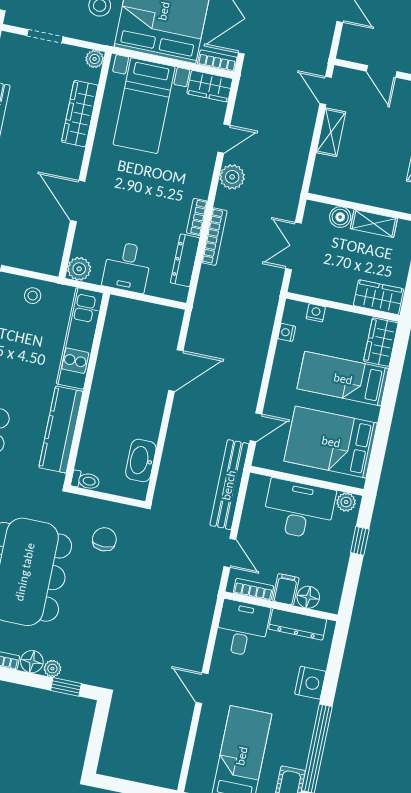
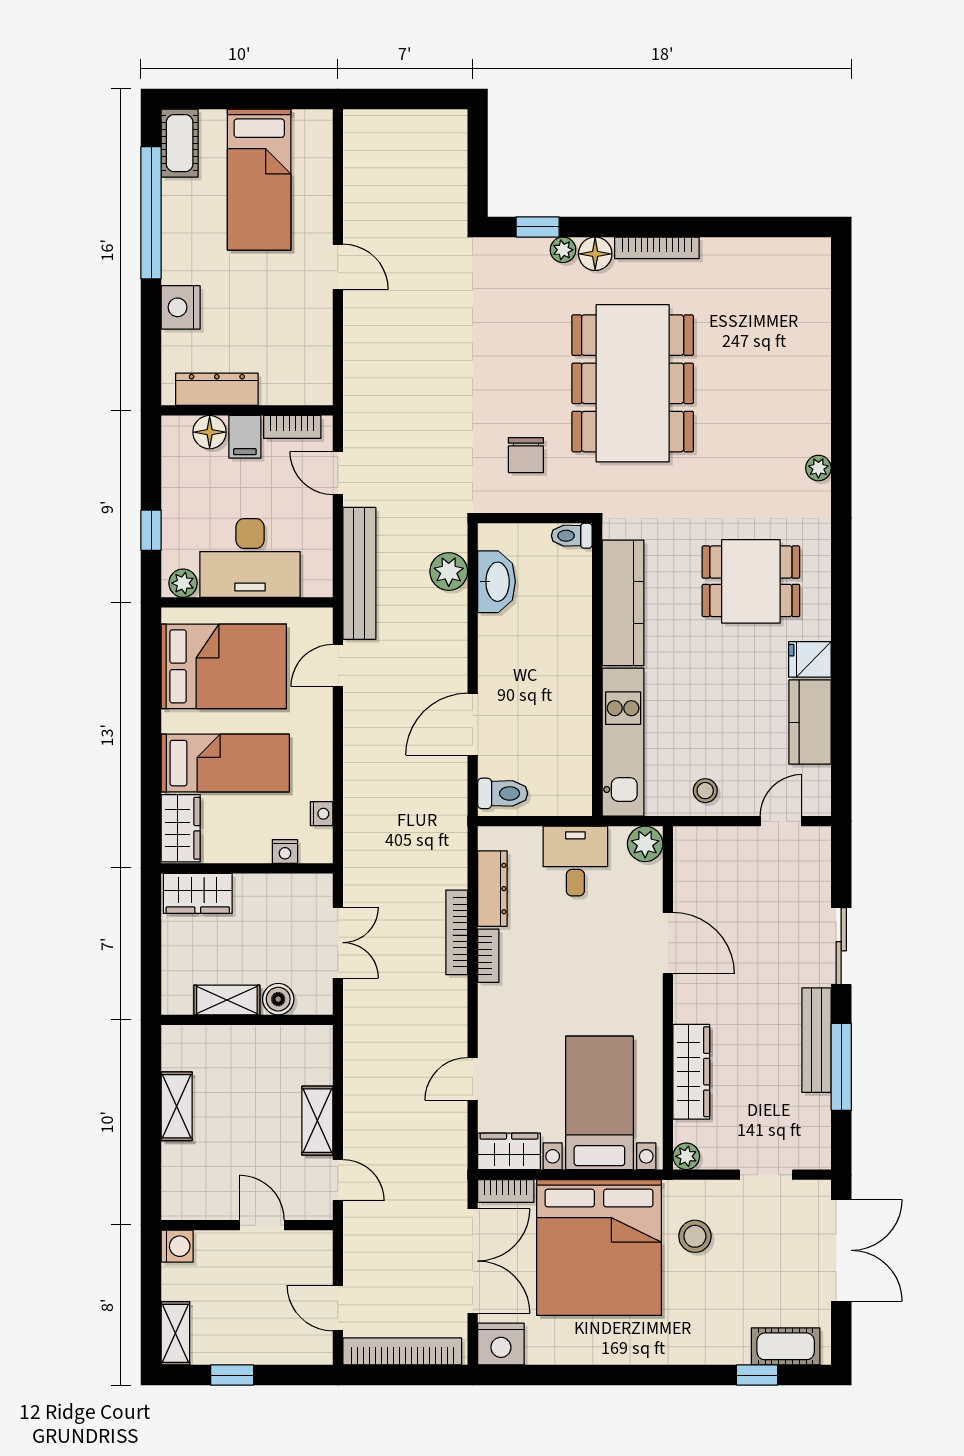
plant: (232, 177) -> (449, 572), moved
toilet: (166, 321) -> (503, 793), added
desk: (242, 628) -> (297, 367), removed

